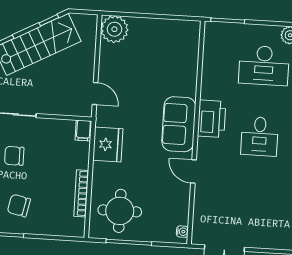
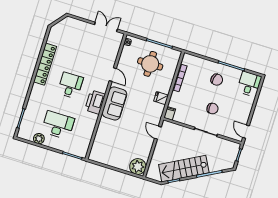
fridge: (108, 145) -> (161, 98), width x0.53, depth x0.75
round table: (120, 211) -> (150, 64), moved

